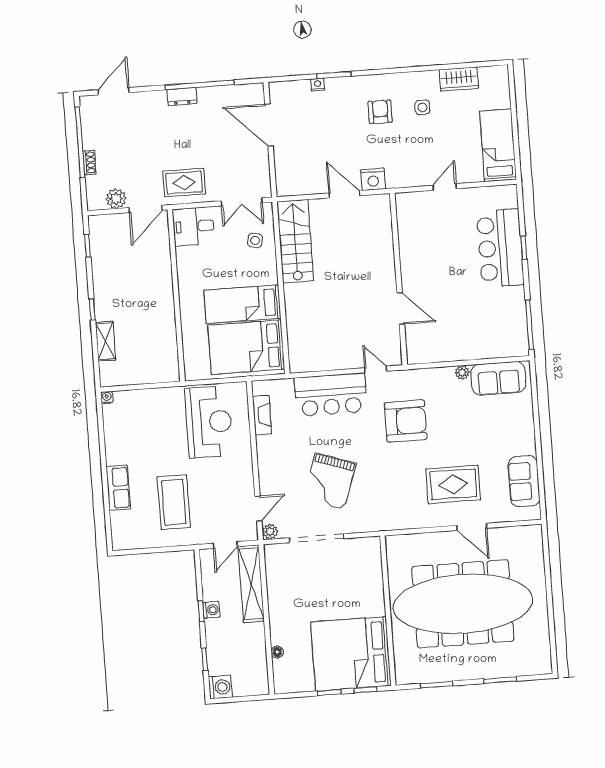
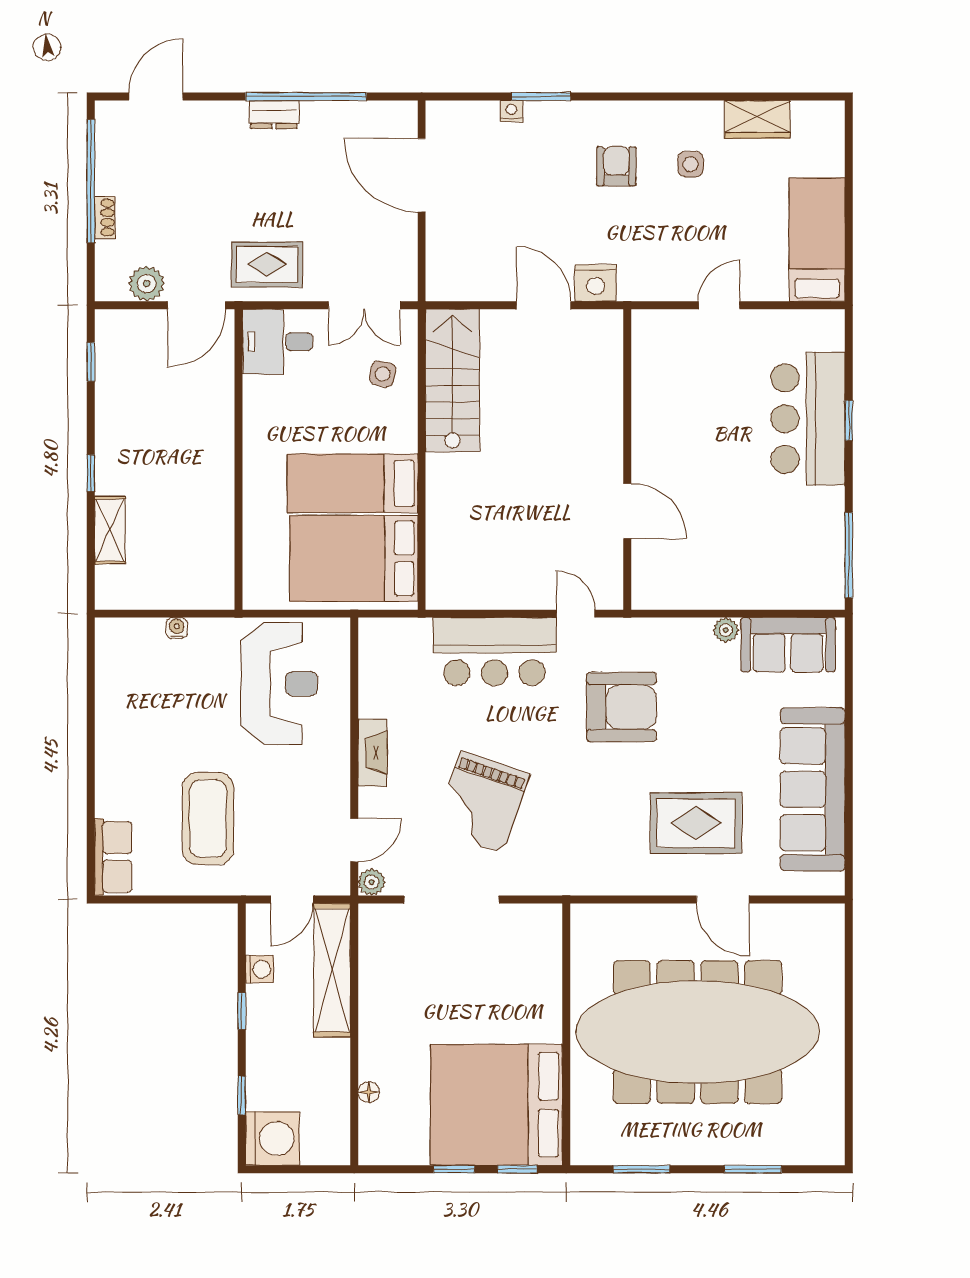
water cooler: (107, 397) -> (177, 628), moved
fireplace: (262, 415) -> (372, 753), moved
sofa: (524, 481) -> (813, 789), width x1.85, depth x1.27
row of seats: (118, 488) -> (113, 857), moved
washing machine: (211, 610) -> (259, 969), moved
washing machine: (220, 687) -> (272, 1138), width x1.37, depth x1.37

